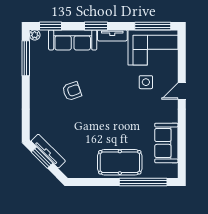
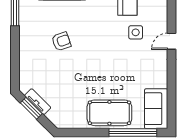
sofa: (166, 143) -> (156, 109), moved
tv unit: (48, 151) -> (38, 102), width x0.71

